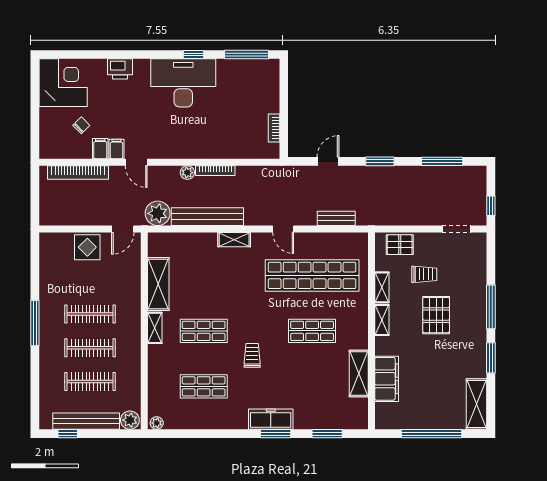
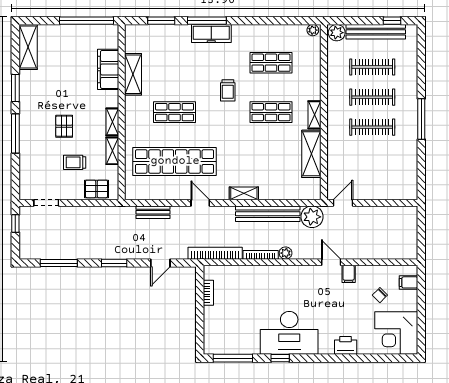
filing cabinet: (100, 149) -> (408, 282), moved, turned 90
bookcase: (78, 172) -> (215, 253), moved
display table: (87, 247) -> (375, 187), removed
pallet: (436, 315) -> (64, 126), width x0.67, depth x0.71
window: (276, 434) -> (207, 21), width x1.44
window: (432, 434) -> (86, 21), moved

